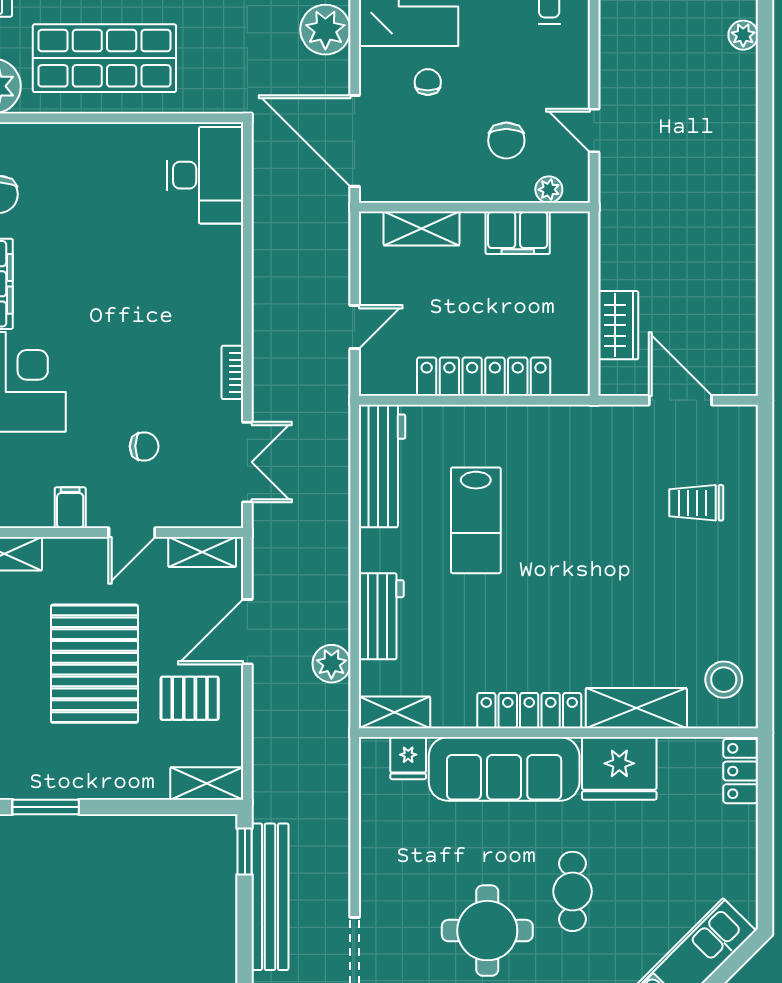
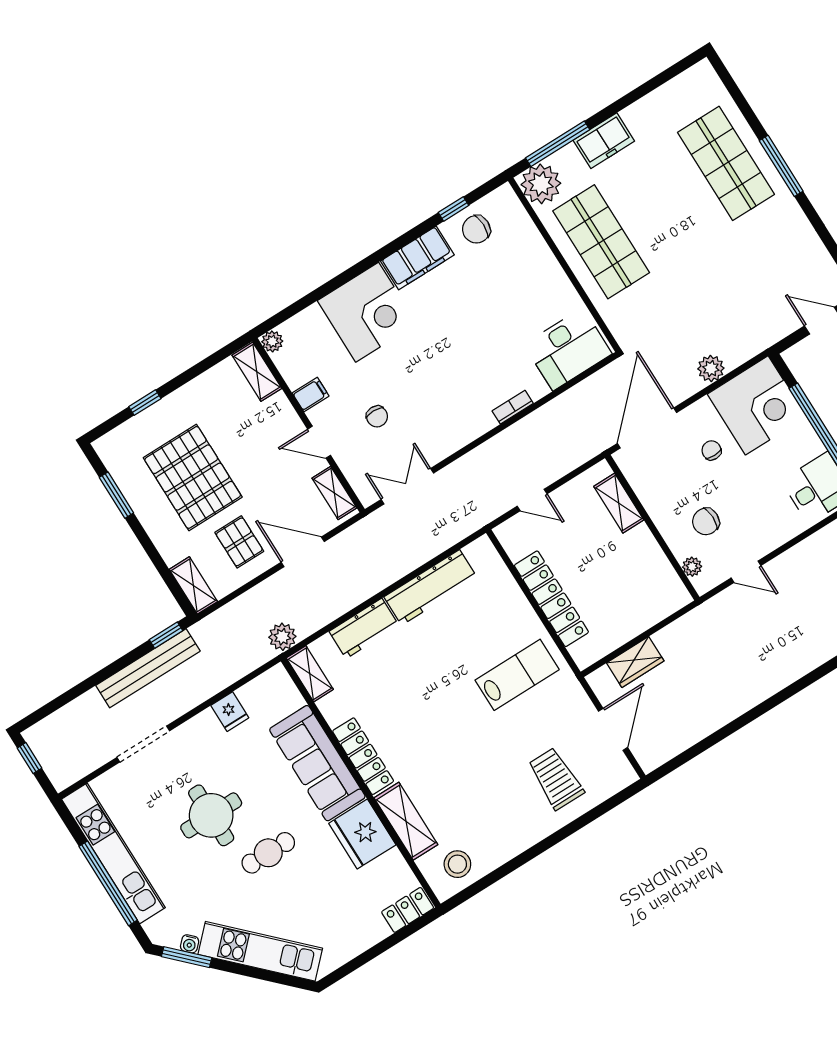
plant: (325, 30) -> (711, 368), width x0.73, depth x0.73
chair: (428, 82) -> (711, 450), turned -90
door: (594, 131) -> (746, 572), swing flipped
filing cabinet: (518, 233) -> (653, 564), removed
bookcase: (232, 372) -> (513, 407), moved
double door: (247, 462) -> (407, 486), swing flipped
workbench: (382, 466) -> (431, 587), moved
trolley: (696, 503) -> (556, 779), width x1.36, depth x1.39
lab bench: (476, 520) -> (517, 675), moved, turned 180
pallet: (94, 664) -> (193, 477), moved, turned 90
plant: (331, 664) -> (282, 637), moved
fridge: (408, 758) -> (230, 712), moved, turned -90

